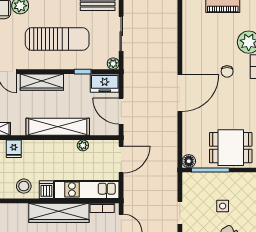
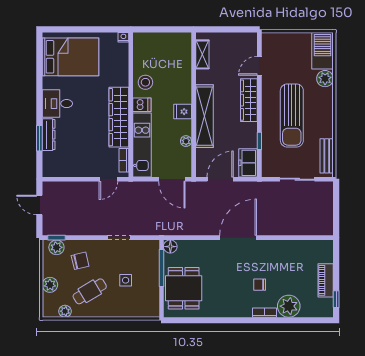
plant: (113, 64) -> (267, 171), removed
door: (180, 93) -> (238, 238), swing flipped
fridge: (14, 149) -> (183, 112), moved

